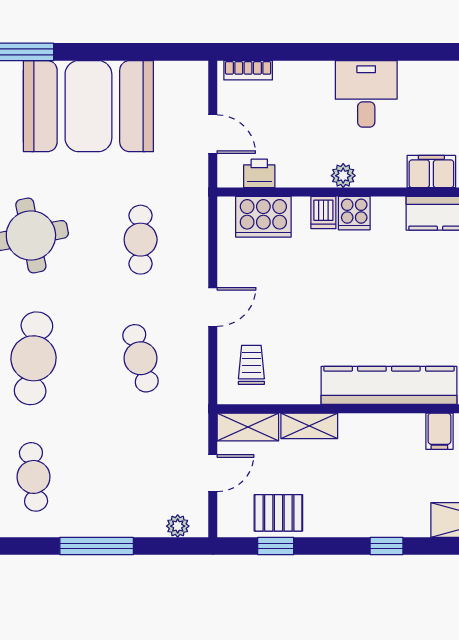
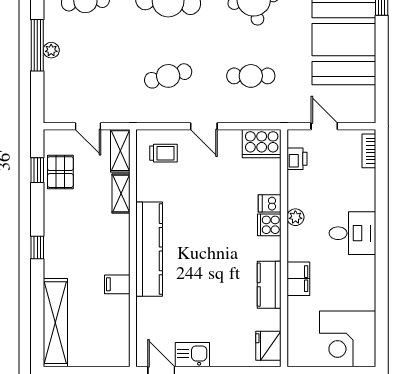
door: (213, 134) -> (324, 126), swing flipped
cooker: (263, 217) -> (262, 144), moved, turned -90
plant: (178, 526) -> (51, 50), moved

